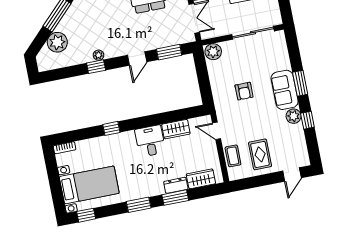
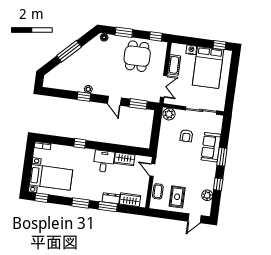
plant: (57, 42) -> (63, 70), removed
door: (137, 58) -> (114, 101), hinge flipped
sofa: (285, 90) -> (211, 147), moved
armchair: (244, 91) -> (186, 136), moved
plant: (294, 116) -> (207, 195), moved

